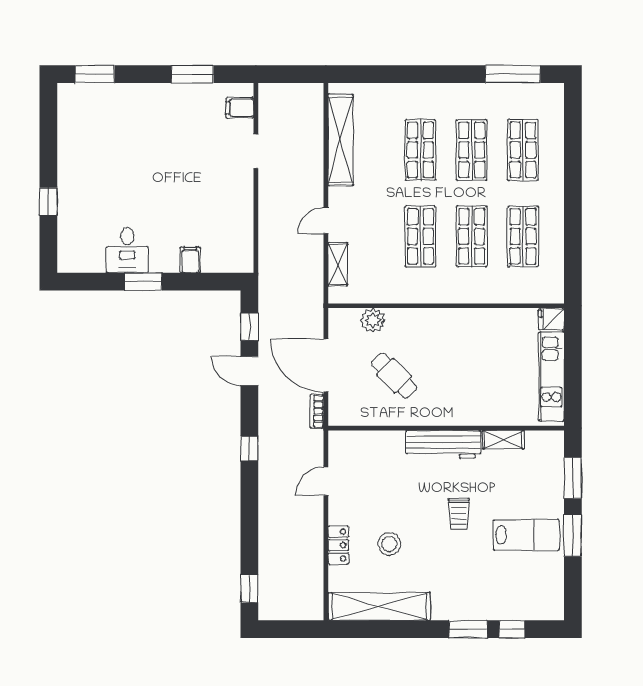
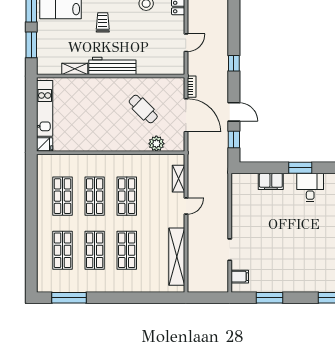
filing cabinet: (190, 260) -> (271, 181), width x2.00

